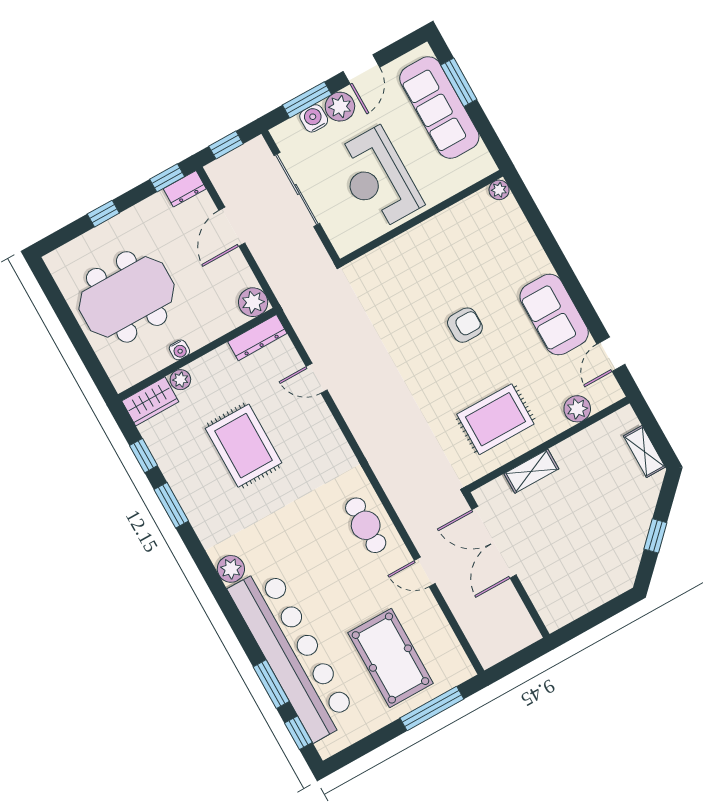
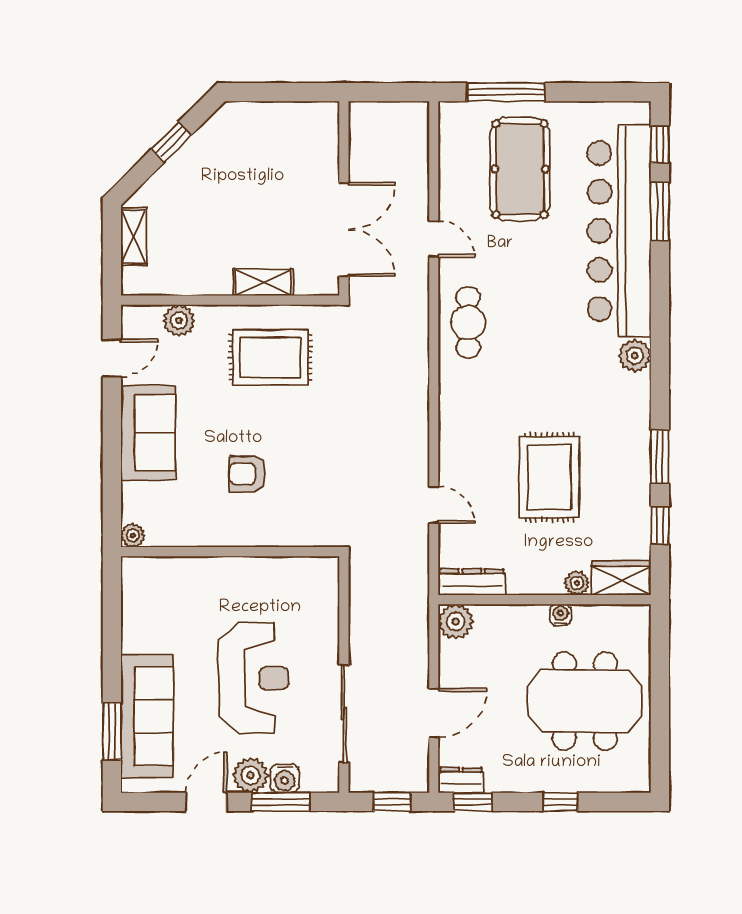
plant: (499, 190) -> (133, 535), moved
wall: (421, 218) -> (230, 552), moved

